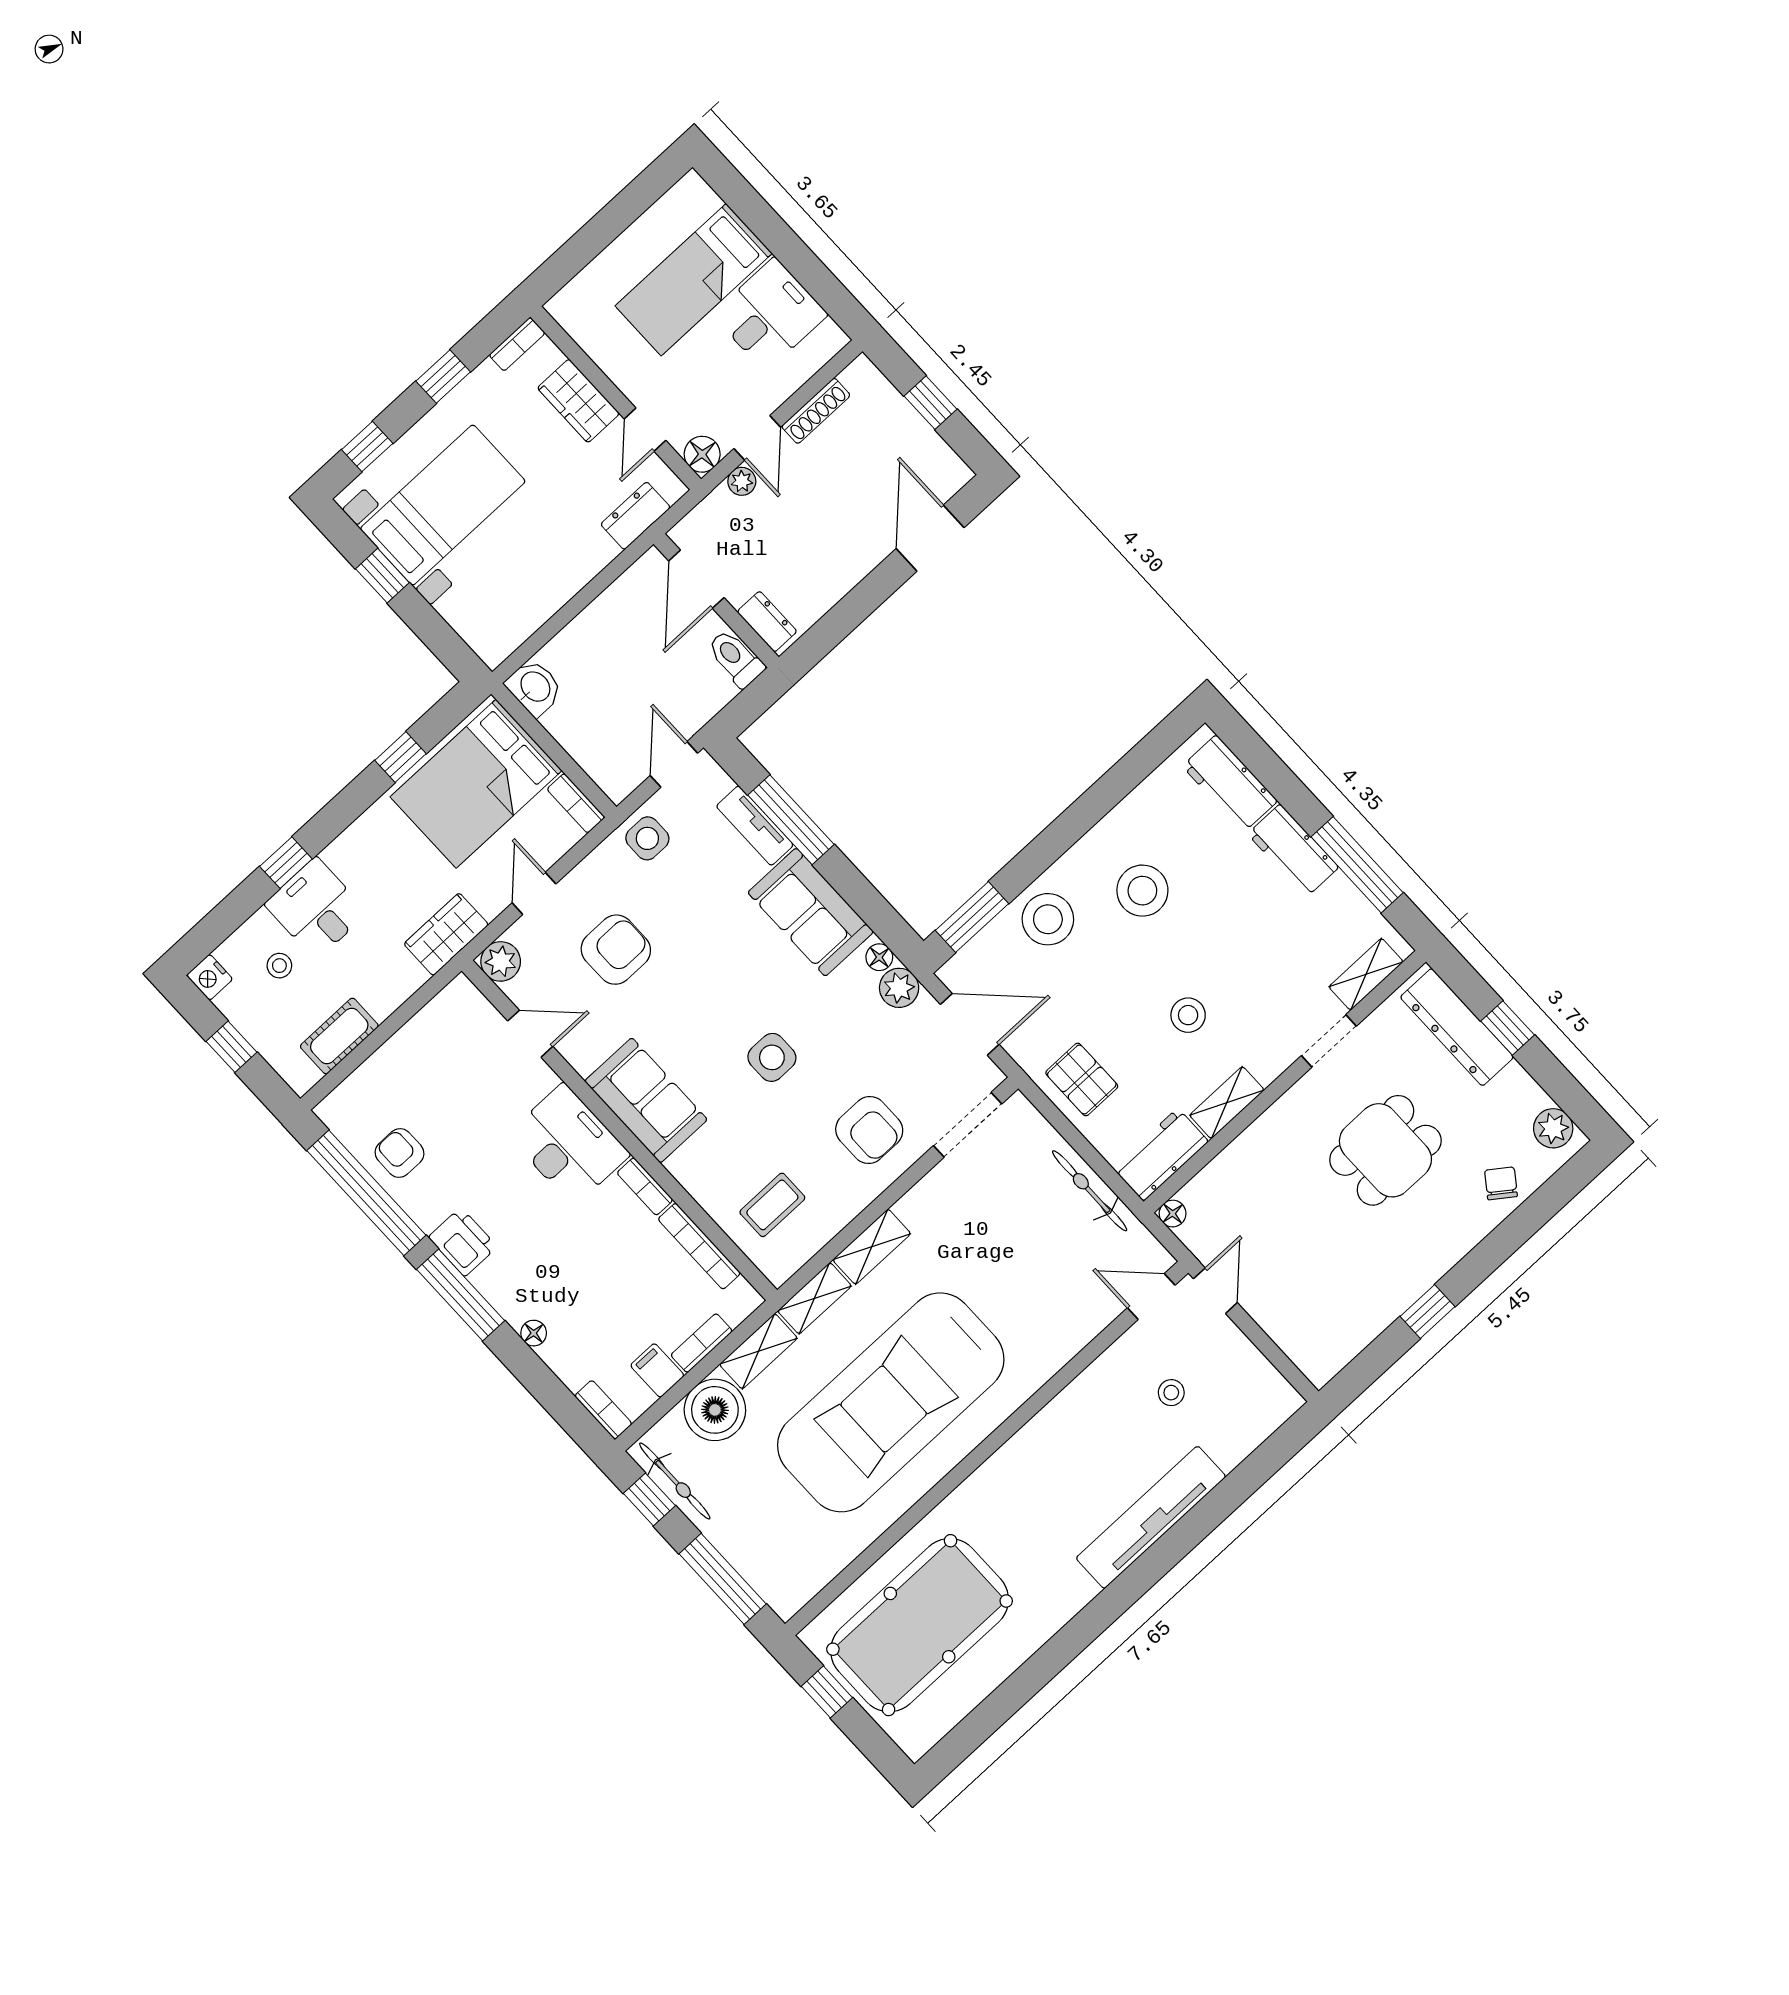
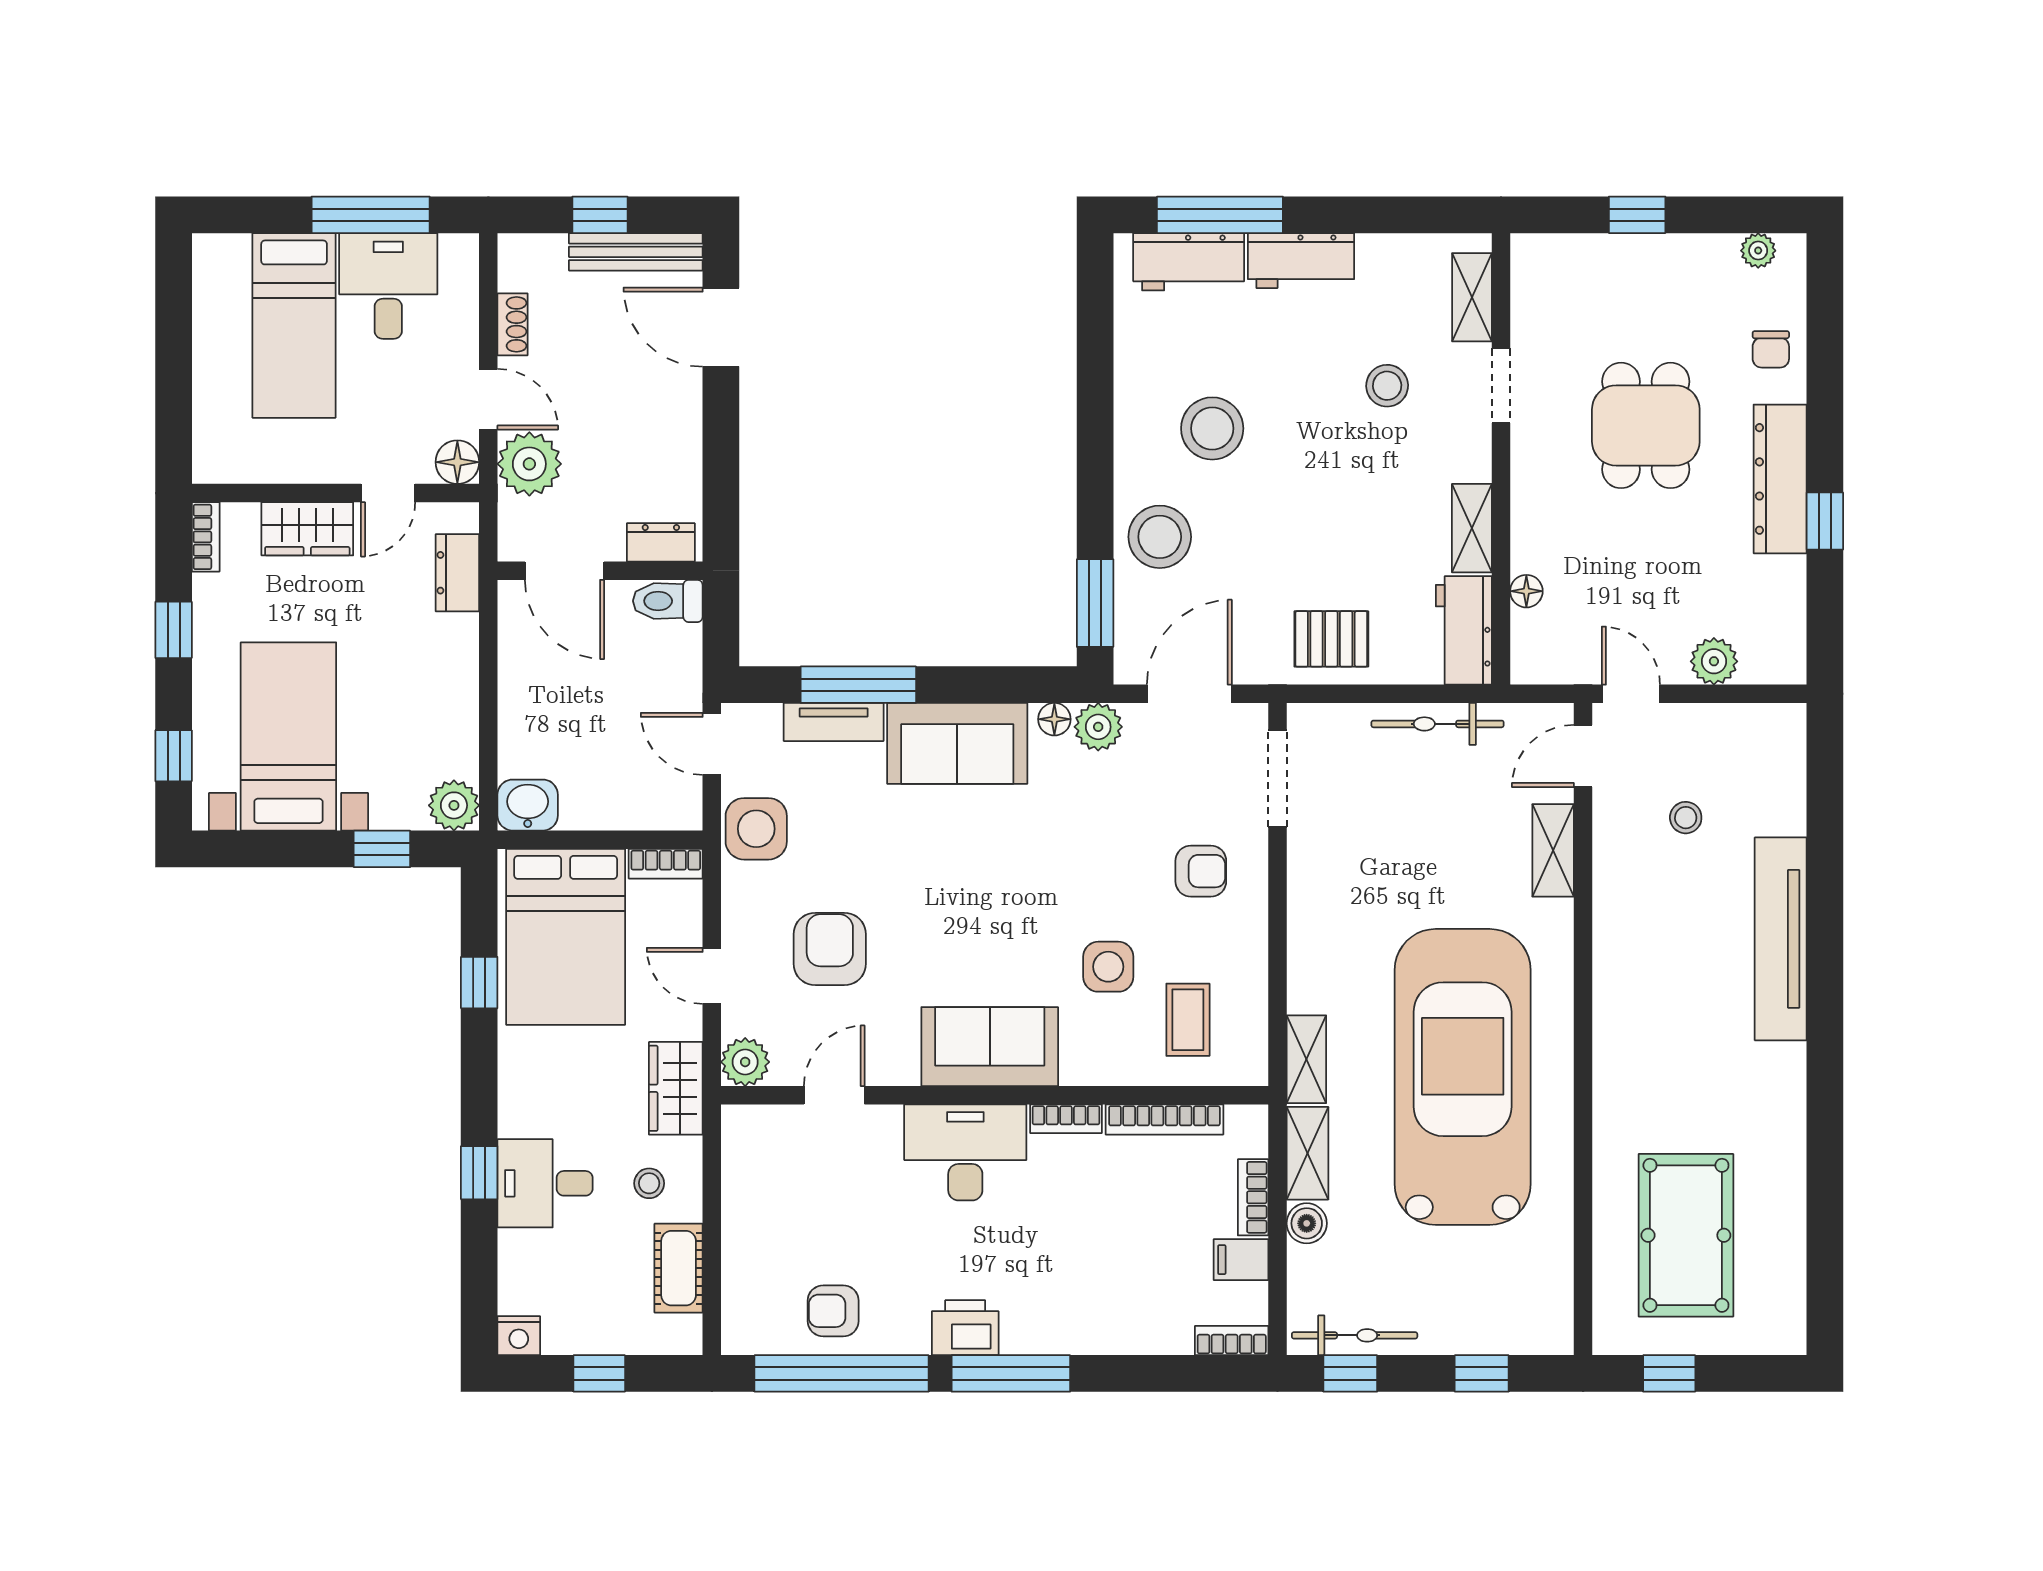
window: (803, 264) -> (371, 215), added
shoe rack: (816, 411) -> (513, 324), width x0.70
door: (645, 430) -> (388, 493), hinge flipped
bench: (928, 445) -> (636, 252), added
plant: (742, 481) -> (529, 464), width x1.87, depth x1.87
window: (382, 576) -> (382, 849), moved
plant: (493, 643) -> (454, 805), added
side table: (647, 838) -> (756, 829), width x1.37, depth x1.37
window: (1357, 865) -> (1220, 215), moved
stool: (279, 966) -> (649, 1183), moved
stool: (1188, 1015) -> (1387, 386), moved
dresser: (1457, 1027) -> (1780, 479), moved, turned 90
side table: (772, 1057) -> (1108, 967), moved
plant: (1553, 1128) -> (1758, 251), width x0.73, depth x0.73
armchair: (869, 1130) -> (1201, 871), width x0.72, depth x0.72
chair: (1501, 1183) -> (1771, 349), turned -126
floor lamp: (1173, 1214) -> (1526, 591), moved
shelving: (872, 1247) -> (1553, 850), moved
plant: (1281, 1323) -> (1714, 661), added
floor lamp: (534, 1333) -> (1105, 1340), removed
car: (891, 1402) -> (1463, 1077), turned 180
boiler: (715, 1410) -> (1307, 1223), width x0.54, depth x0.54
window: (723, 1579) -> (1482, 1373), width x0.46
pool table: (920, 1625) -> (1686, 1235), width x0.73, depth x0.76

